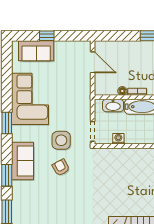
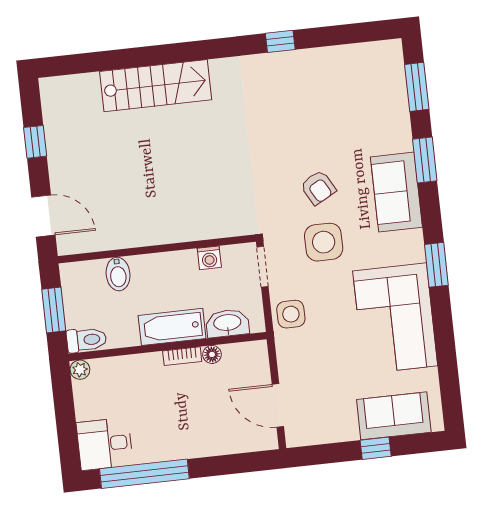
side table: (81, 107) -> (291, 314), added

